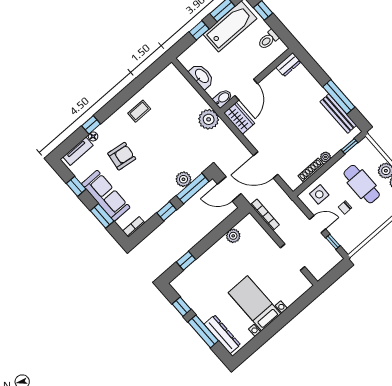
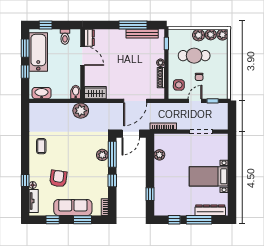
washbasin: (202, 76) -> (42, 93), moved
door: (246, 90) -> (82, 56), moved

